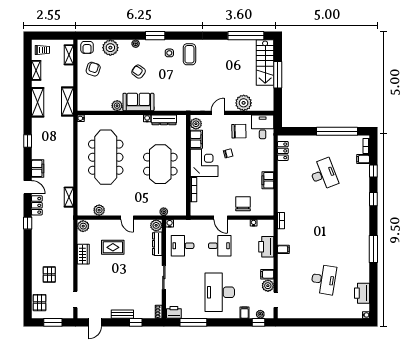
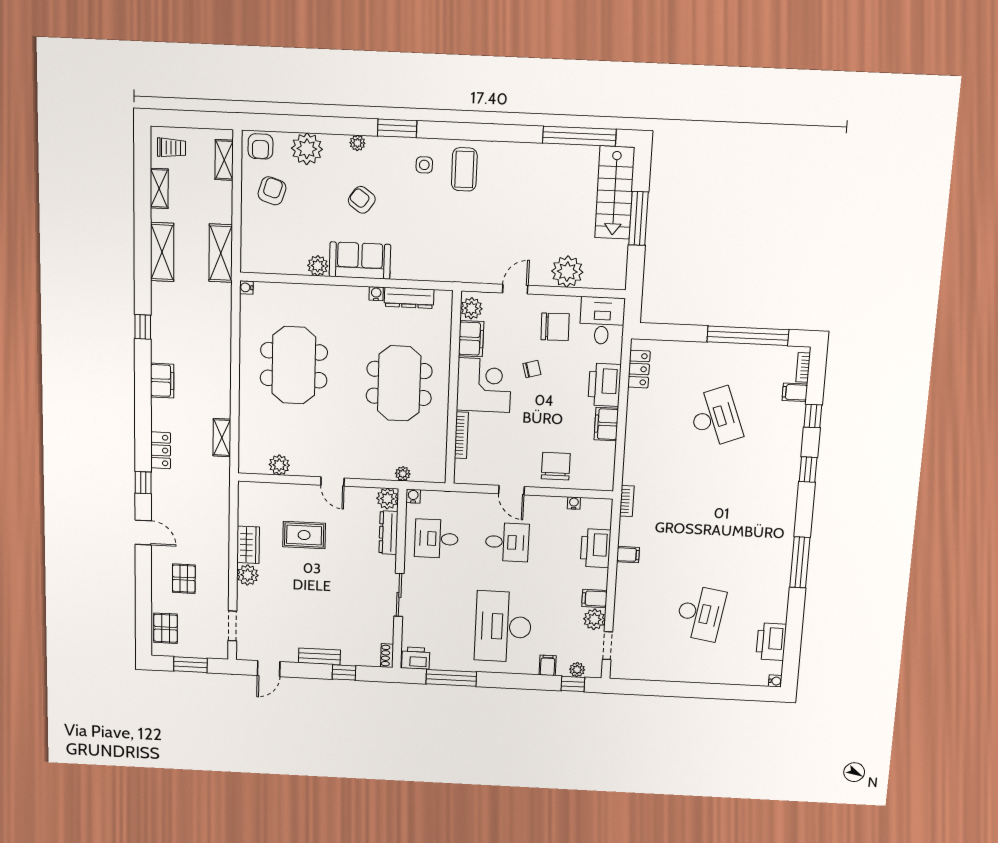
meeting table: (106, 157) -> (294, 365), width x0.73
printer: (266, 160) -> (605, 385), added
door: (28, 187) -> (143, 533), moved
plant: (83, 226) -> (248, 575), moved

